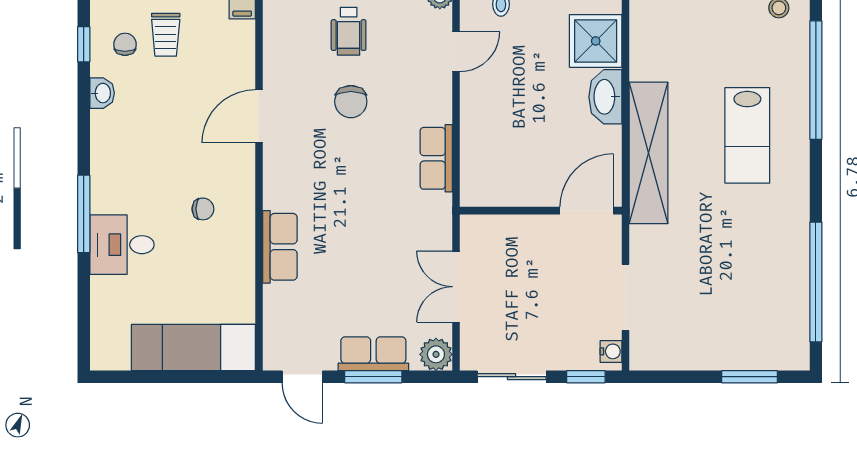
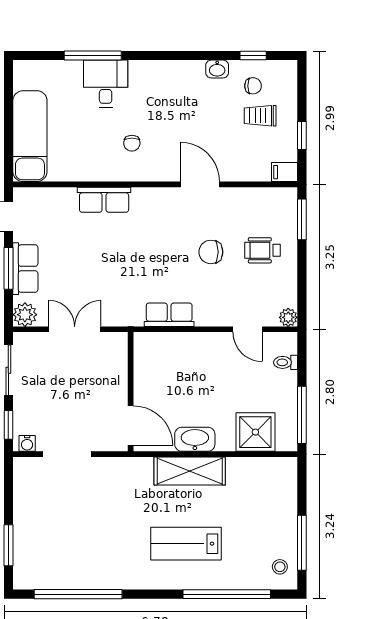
washbasin: (605, 97) -> (195, 439), moved
shelving: (649, 153) -> (190, 471), width x0.68
window: (84, 214) -> (93, 55), moved

